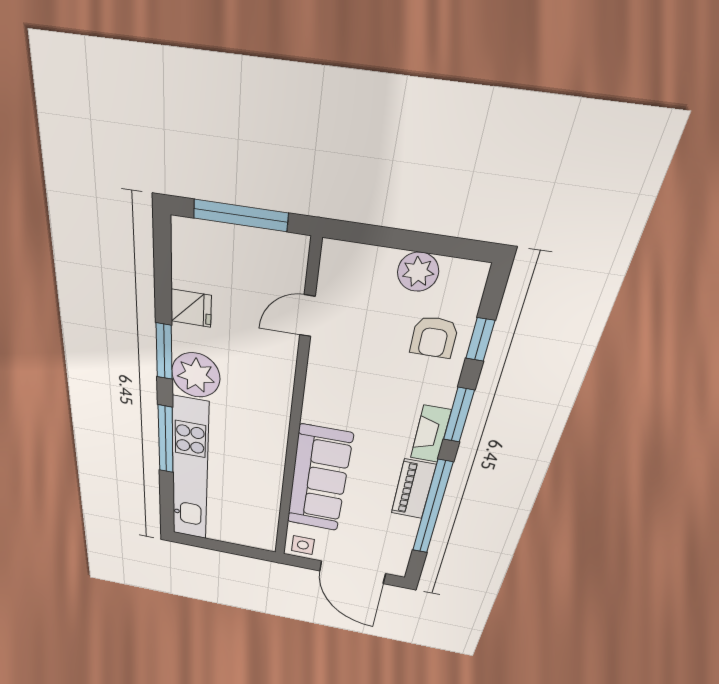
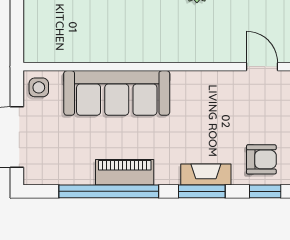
armchair: (434, 337) -> (261, 159), turned 180
fireplace: (431, 434) -> (206, 175), moved

